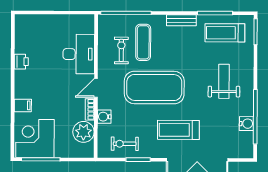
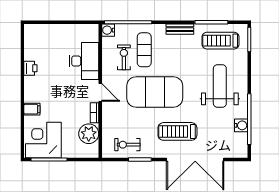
weight bench: (224, 81) -> (220, 86), width x1.36, depth x1.33
door: (96, 88) -> (100, 92), swing flipped
water cooler: (104, 117) -> (108, 30), moved

